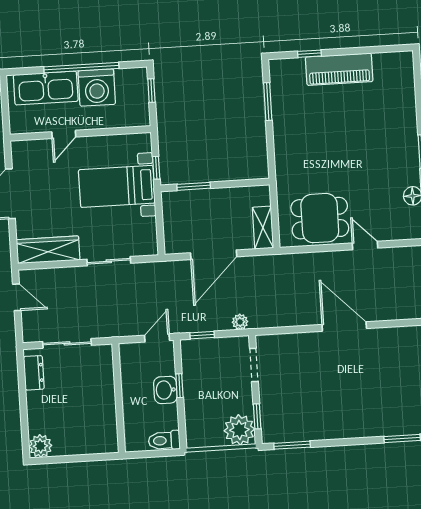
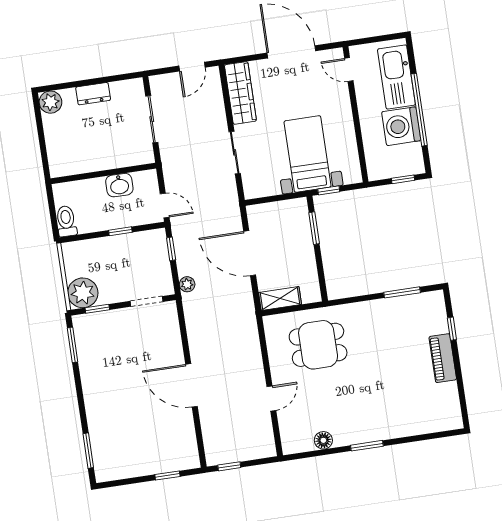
piano: (339, 69) -> (443, 358), width x0.73, depth x0.75
door: (64, 134) -> (349, 70), moved
dining table: (320, 218) -> (318, 345), moved, turned 90
door: (344, 326) -> (192, 385), swing flipped
dresser: (34, 373) -> (93, 94), moved
washbasin: (165, 390) -> (119, 185), moved, turned 180

